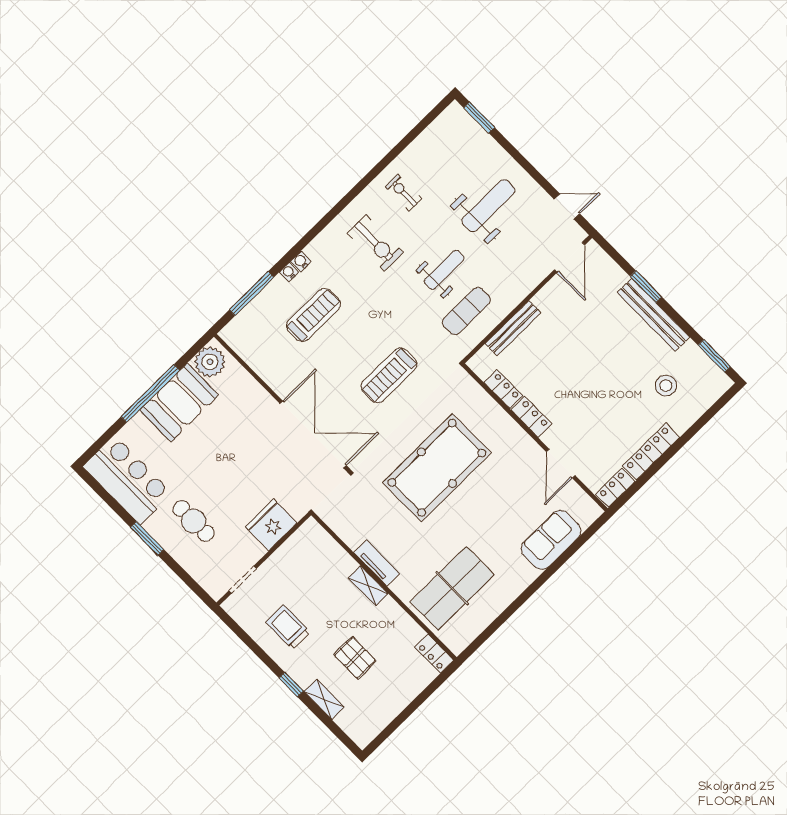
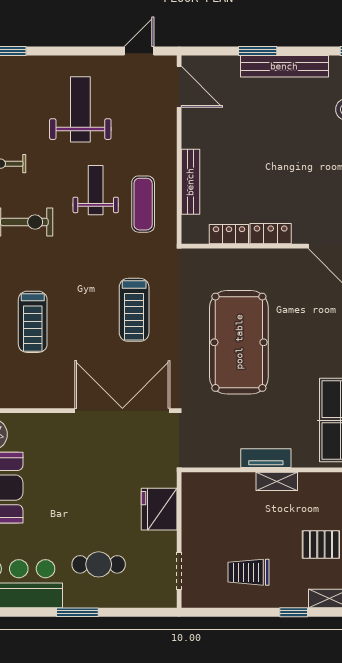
treadmill: (313, 315) -> (33, 322), turned 180

